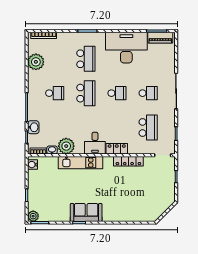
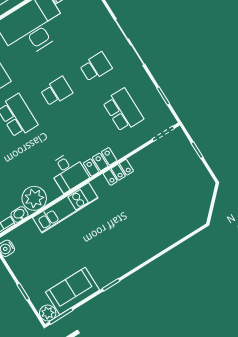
locker: (128, 161) -> (118, 172), width x0.66
sofa: (86, 212) -> (73, 291), moved

